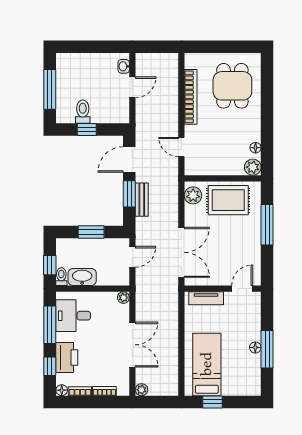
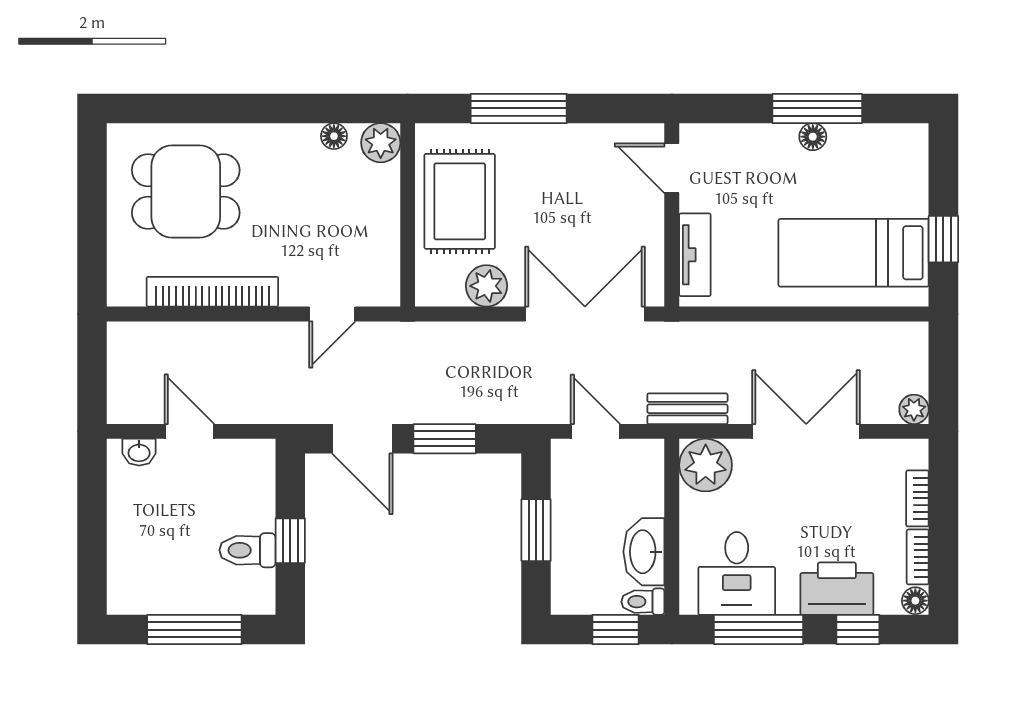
plant: (193, 195) -> (486, 286), moved
bench: (142, 200) -> (687, 409), moved
plant: (123, 298) -> (706, 465), width x1.88, depth x1.88

